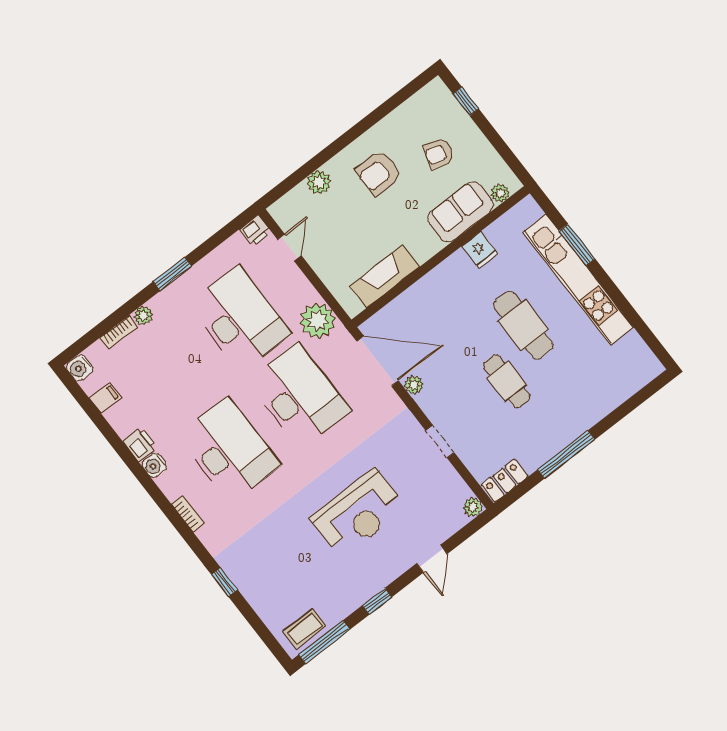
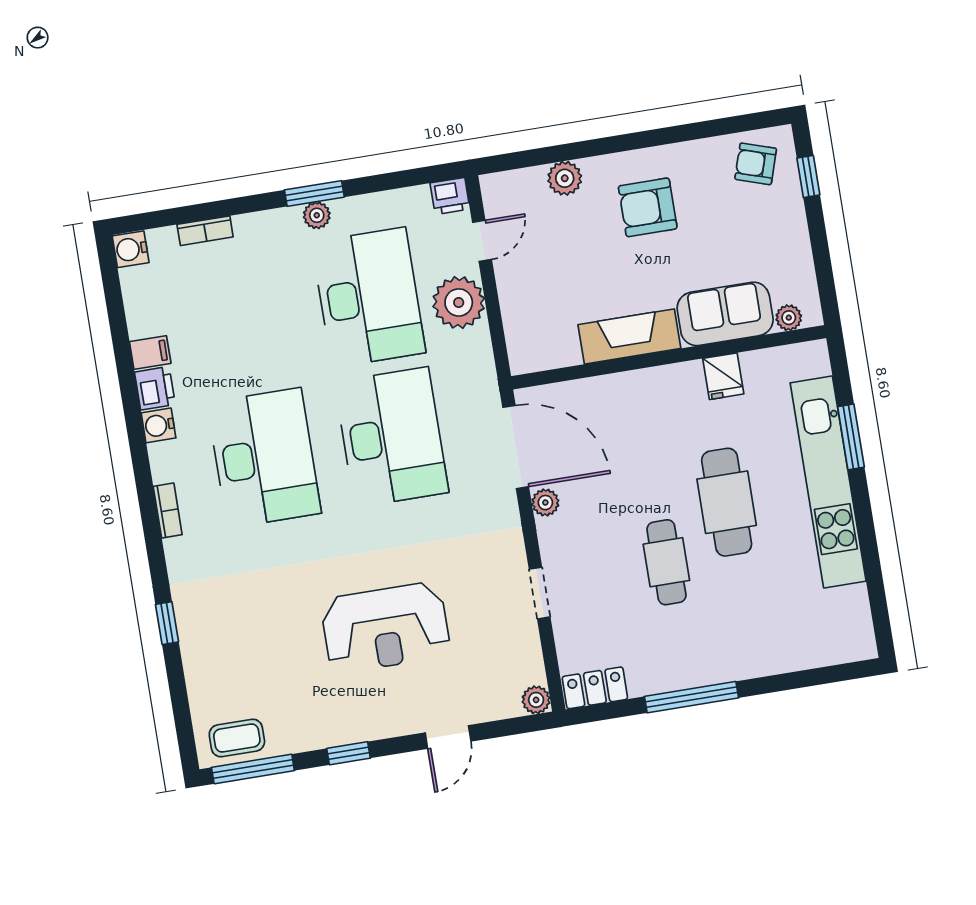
armchair: (439, 153) -> (756, 164), moved
fireplace: (385, 277) -> (629, 336), moved
plant: (143, 316) -> (317, 215), moved
plant: (318, 321) -> (459, 302), moved
filing cabinet: (105, 398) -> (150, 352), moved

